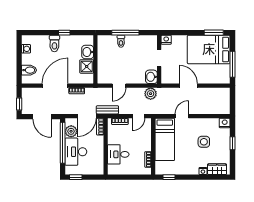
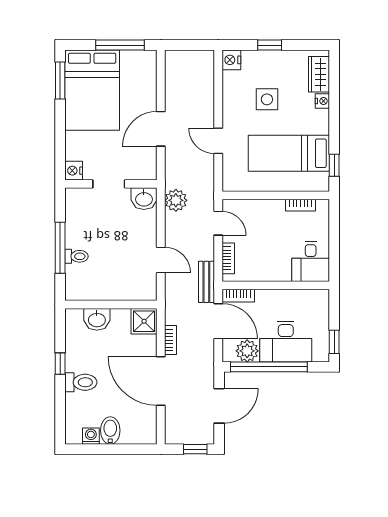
shower: (87, 66) -> (144, 321), moved
bidet: (29, 70) -> (110, 430), moved
bed: (165, 139) -> (289, 153), moved, turned 180
desk: (118, 154) -> (311, 261), moved

